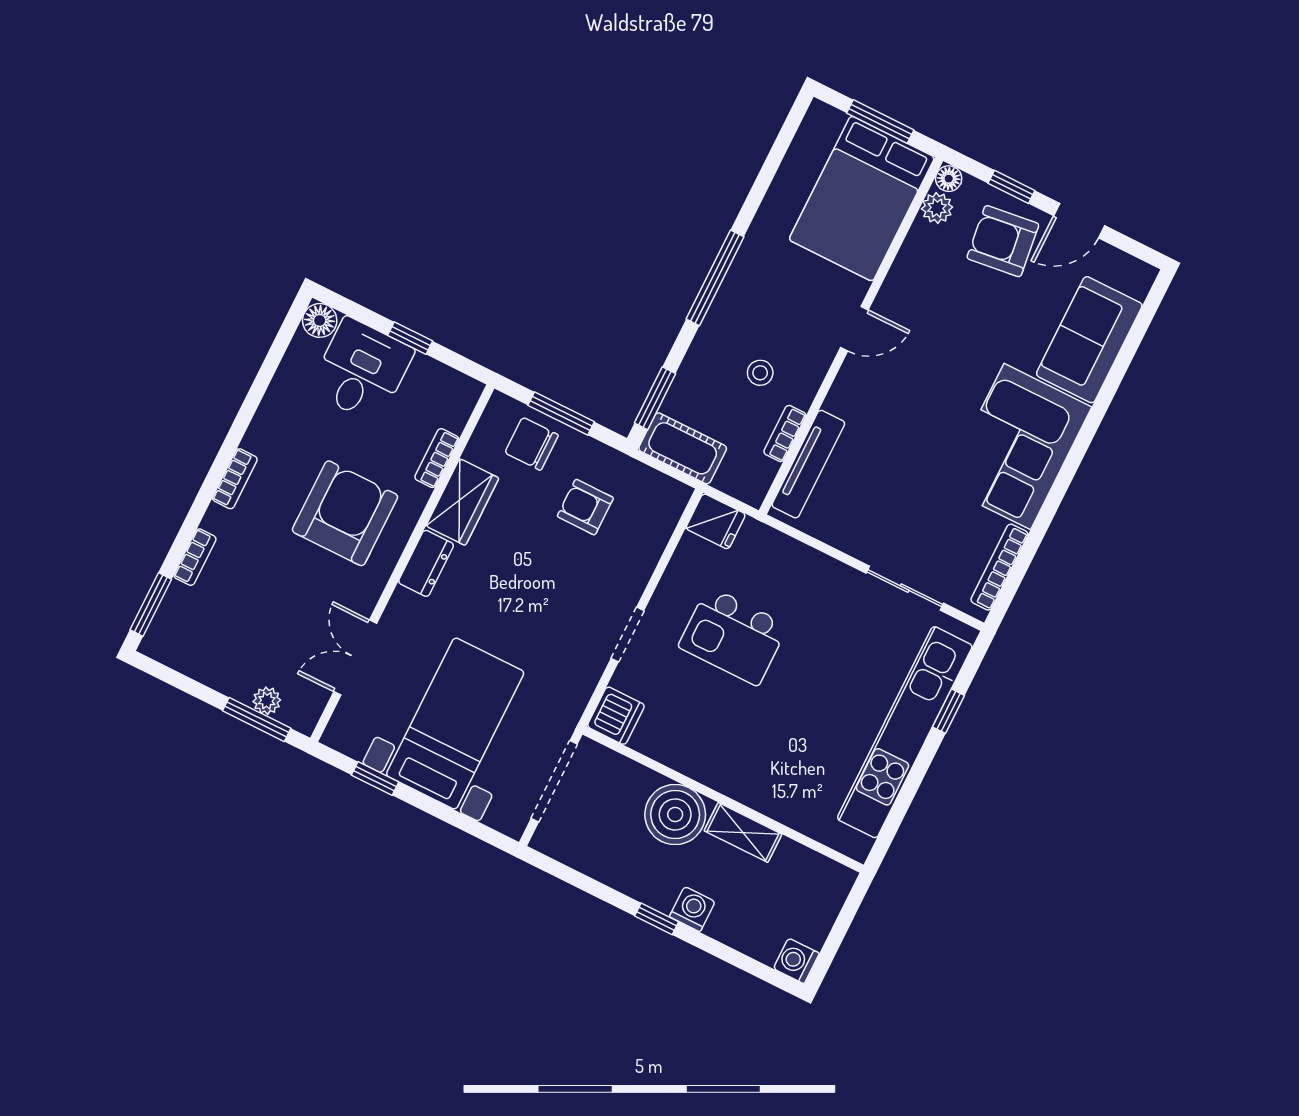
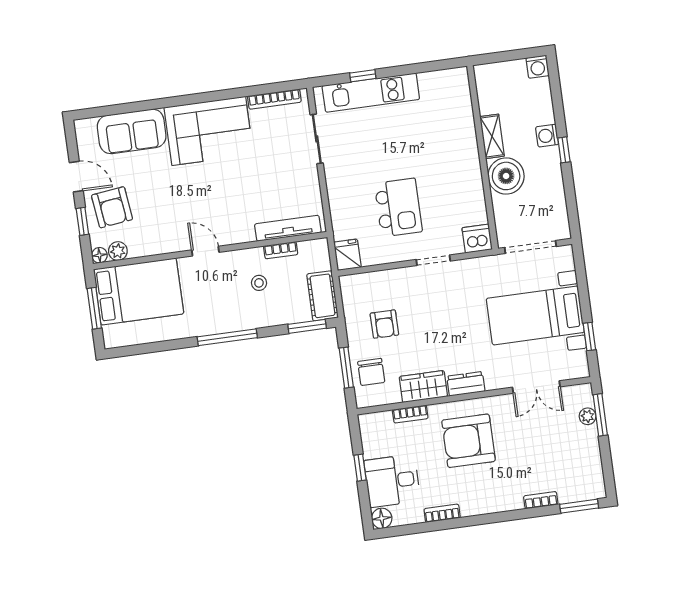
bookcase: (235, 479) -> (442, 513), moved
kitchen unit: (905, 732) -> (371, 93), width x0.73

